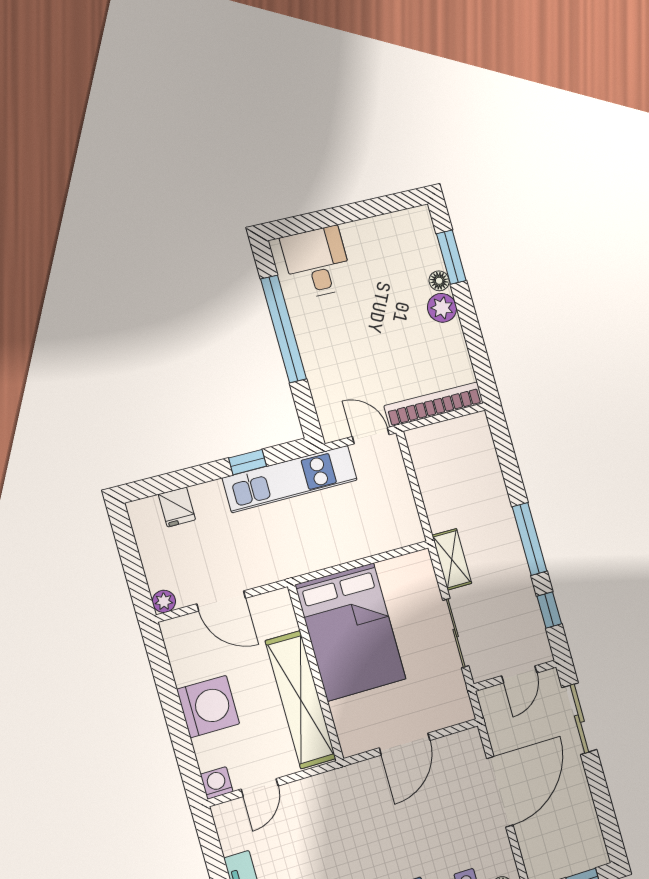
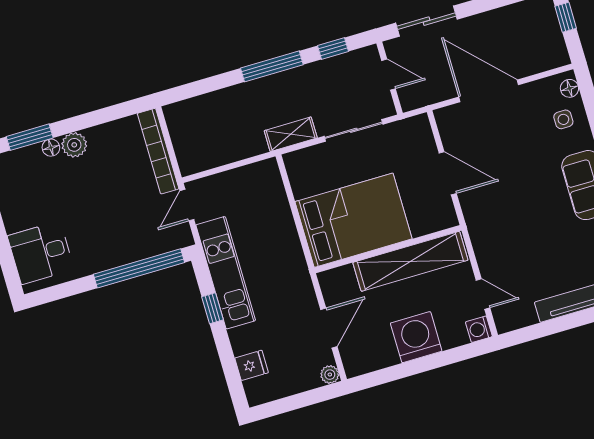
window: (283, 329) -> (139, 268), moved

